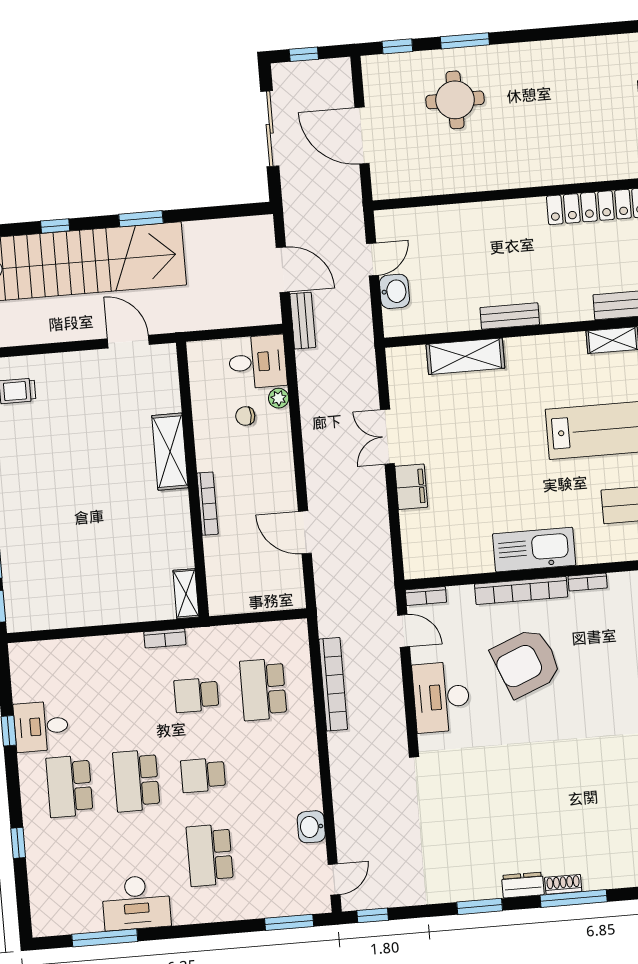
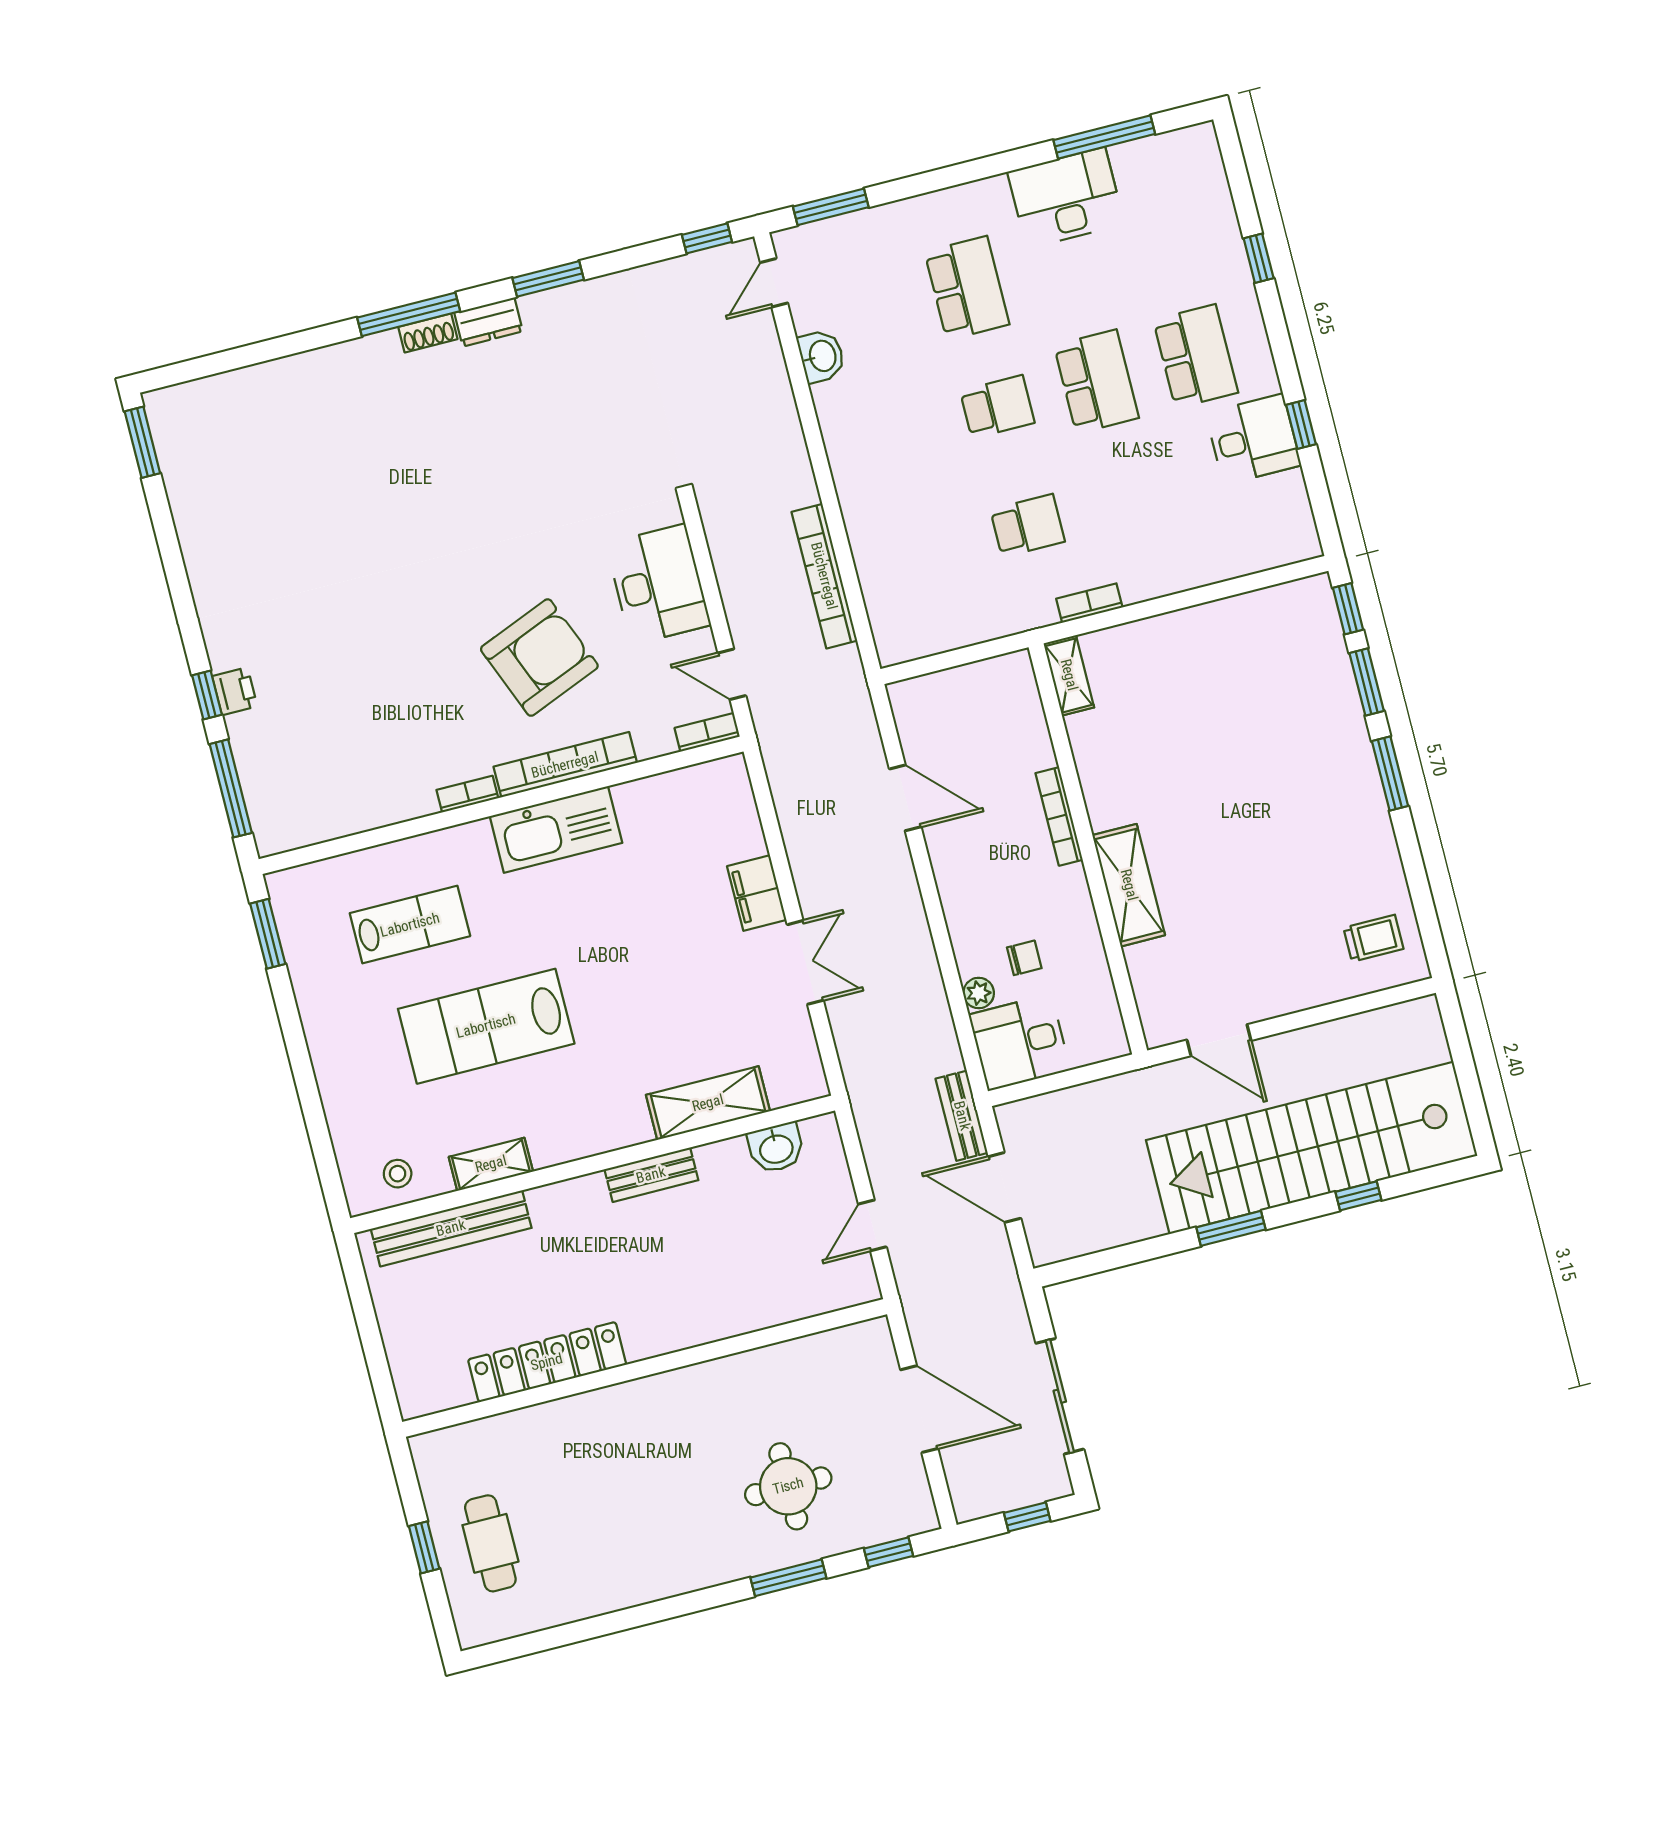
washbasin: (394, 291) -> (776, 1148), moved, turned -90
school desk: (263, 689) -> (928, 551), removed

